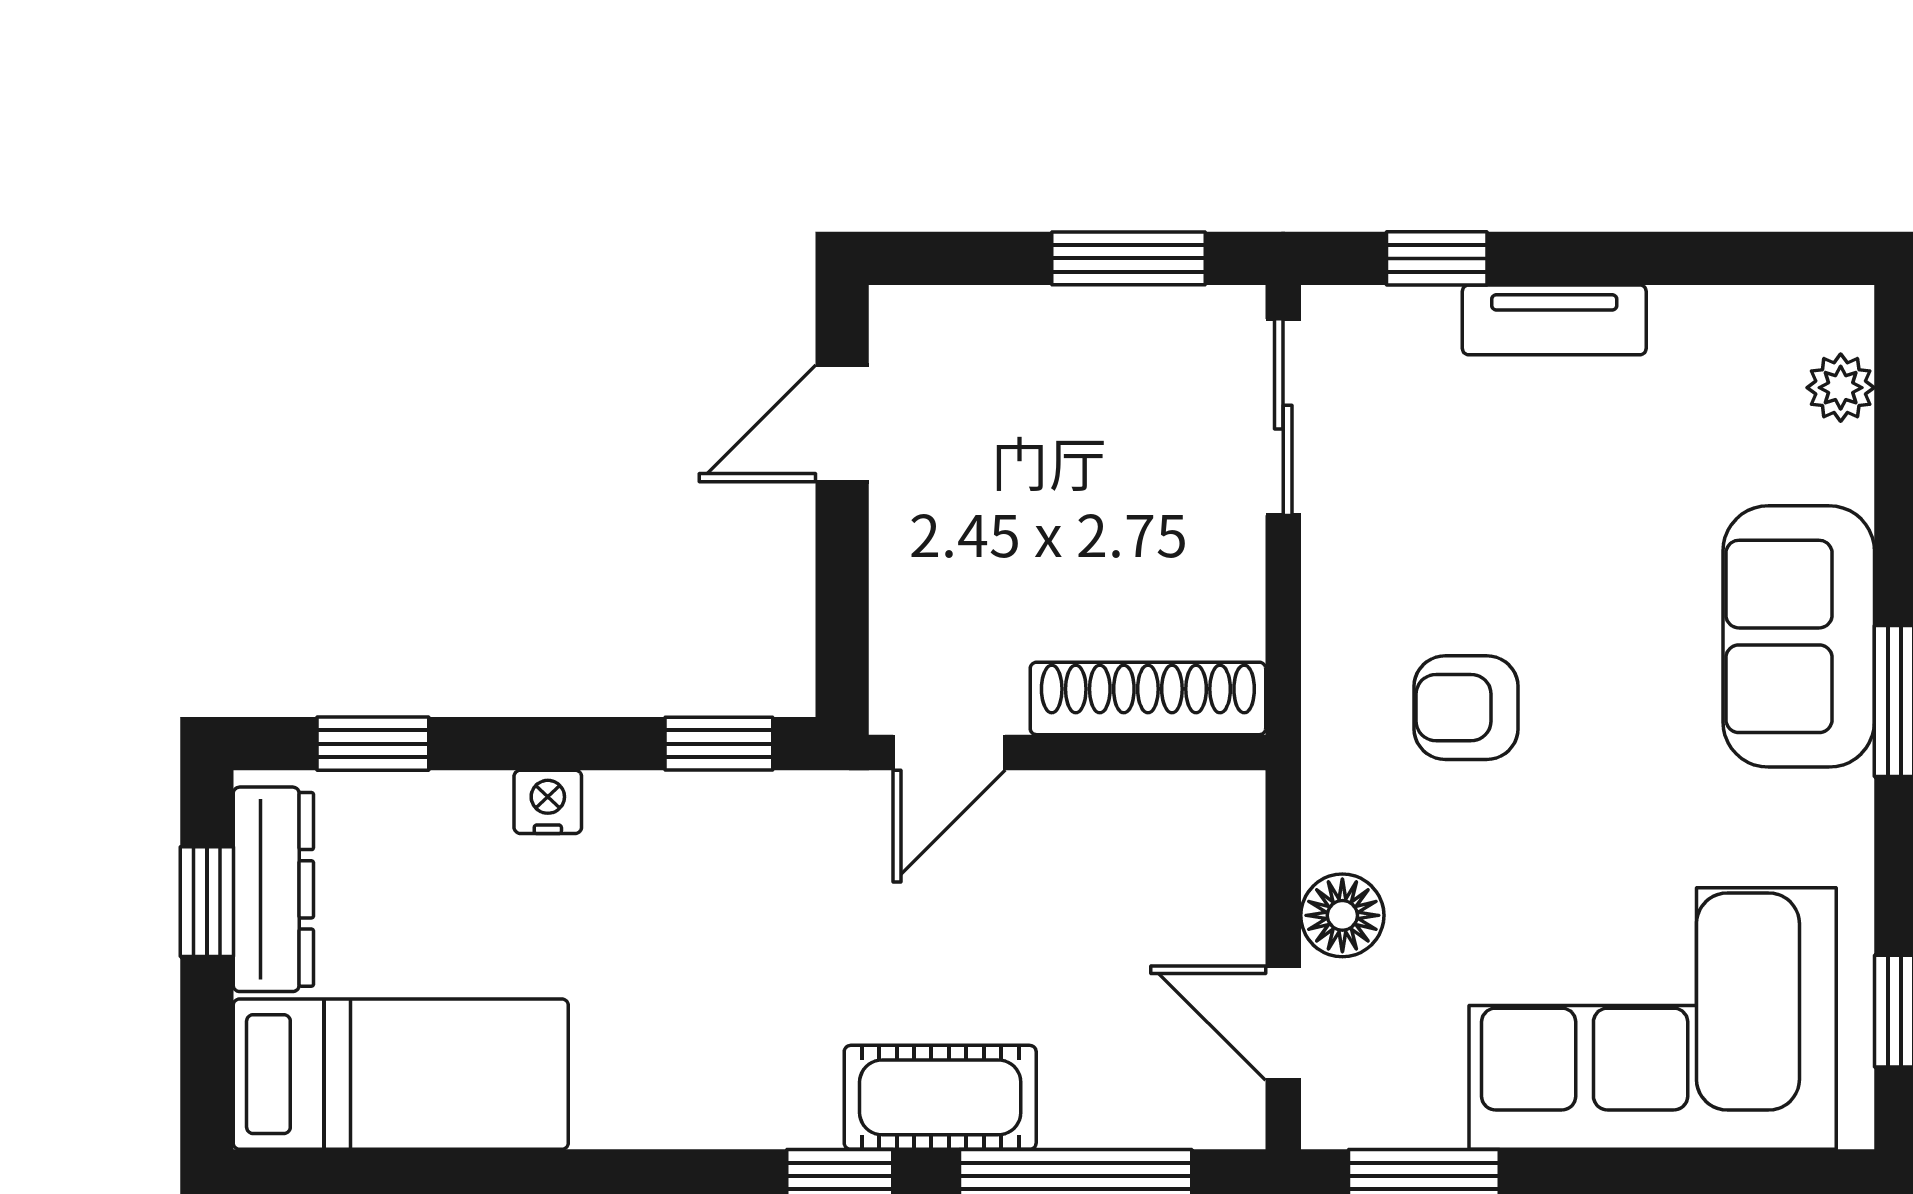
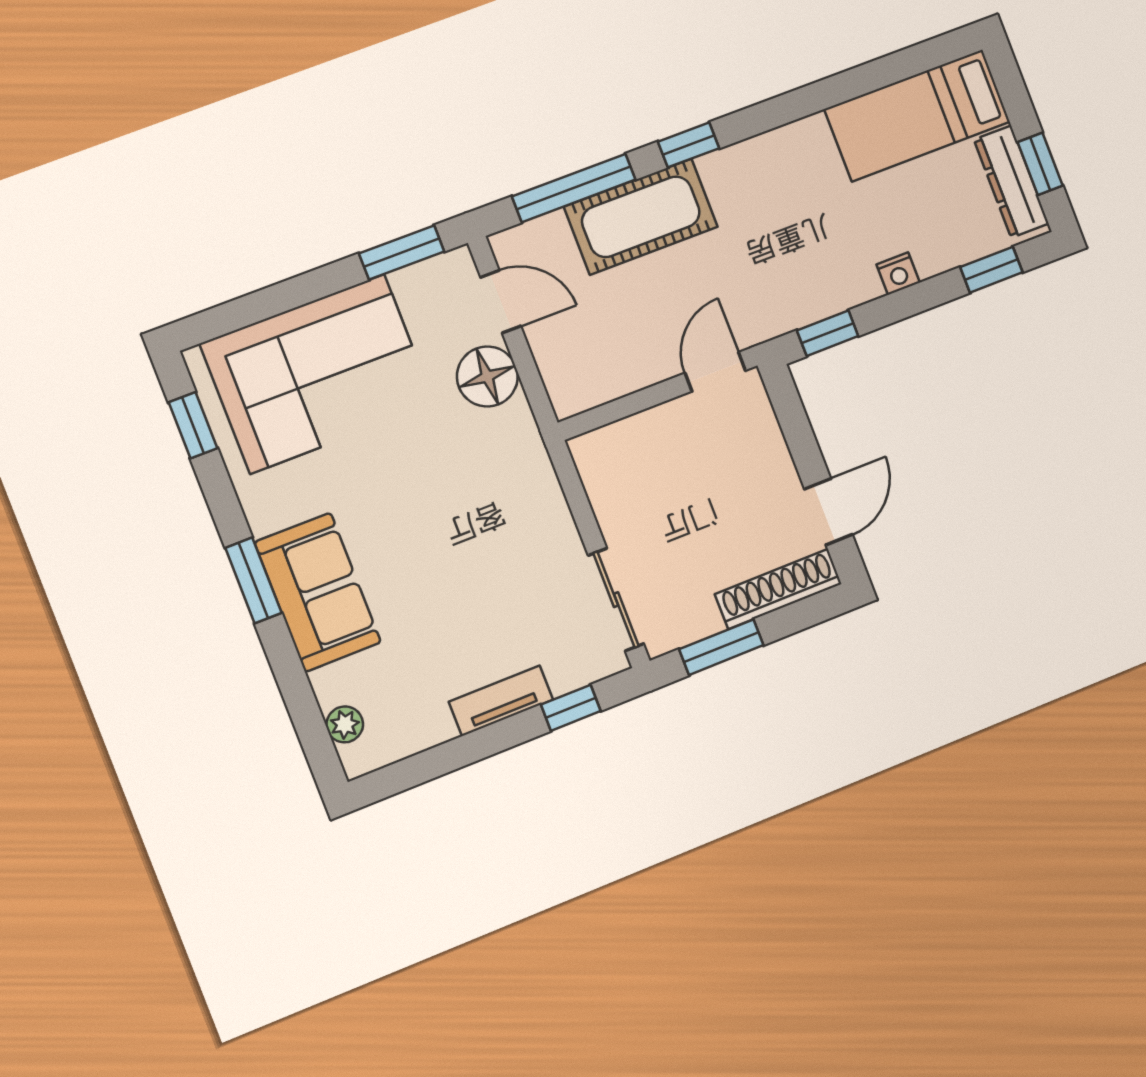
shoe rack: (1148, 698) -> (778, 589), moved, turned 180
armchair: (1466, 708) -> (470, 492), removed
floor lamp: (1342, 915) -> (487, 377), width x1.38, depth x1.38
cot: (940, 1097) -> (641, 217), width x1.37, depth x1.34

